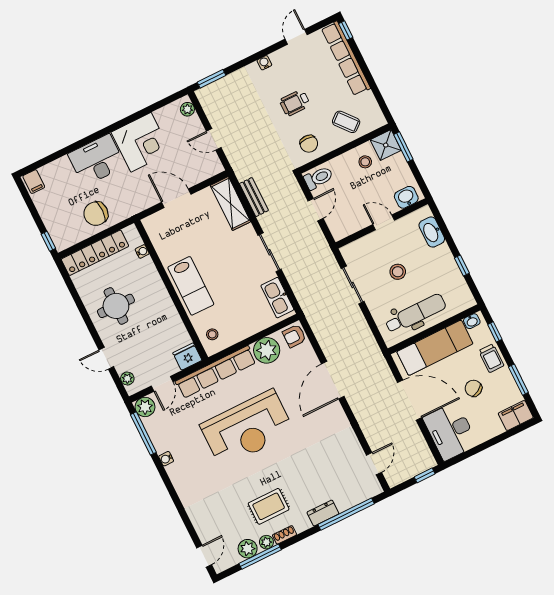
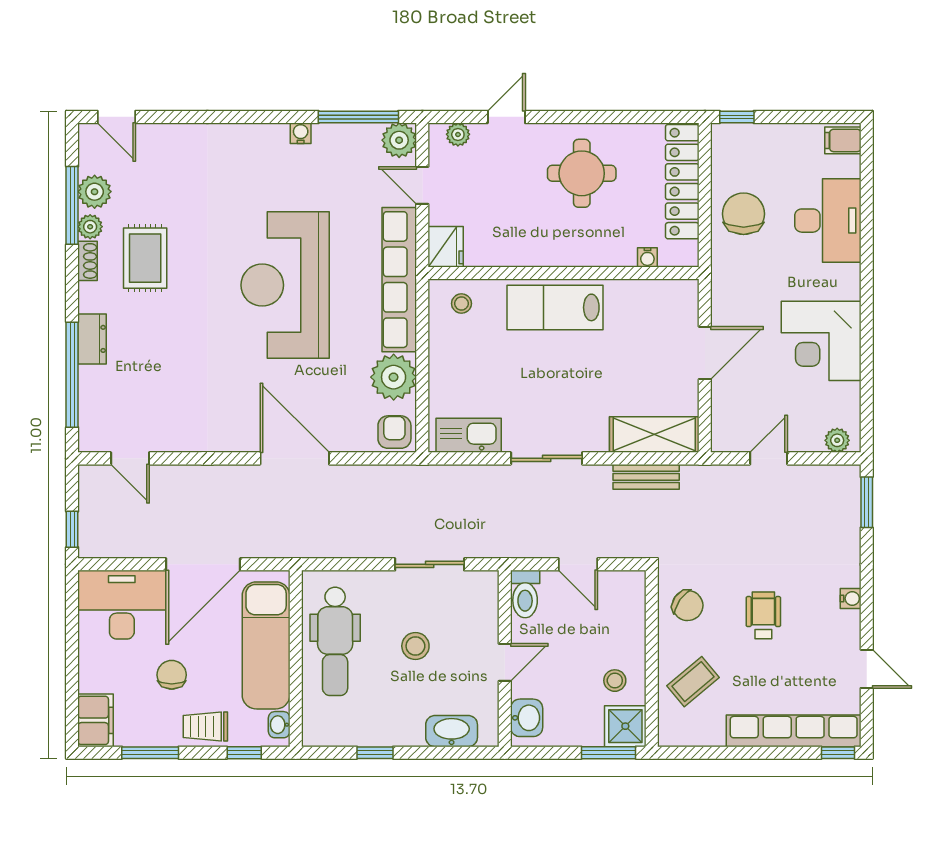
chair: (309, 144) -> (688, 606), turned -145
desk: (97, 160) -> (828, 221), moved
toilet: (318, 178) -> (525, 594), moved
chair: (473, 388) -> (172, 675), turned -60

